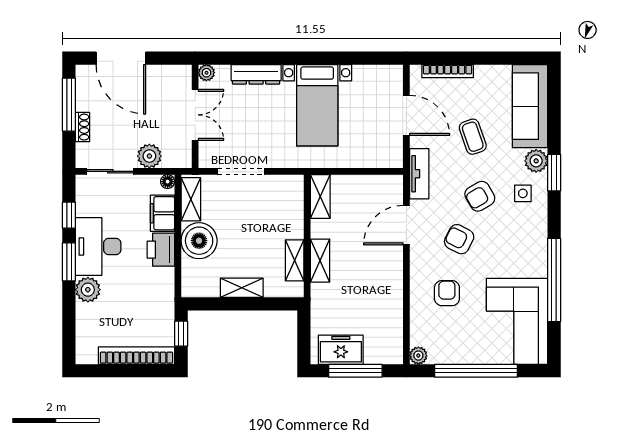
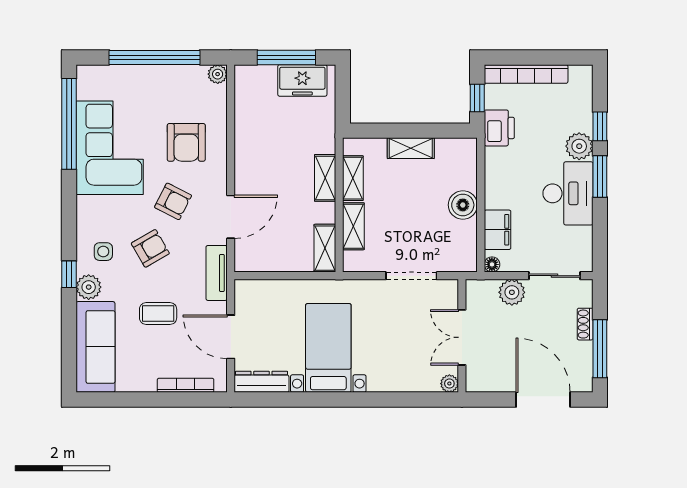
dresser: (256, 74) -> (262, 382), moved
coffee table: (473, 137) -> (158, 314), turned -71
window: (554, 173) -> (69, 274), width x0.67
shelving: (191, 199) -> (353, 226), moved
window: (69, 215) -> (600, 126), moved
boiler: (199, 241) -> (463, 205), width x0.73, depth x0.73
printer: (161, 250) -> (499, 128), moved
window: (554, 280) -> (69, 124), moved
armchair: (447, 293) -> (186, 142), width x1.38, depth x1.38
corner sofa: (517, 321) -> (110, 148), moved

